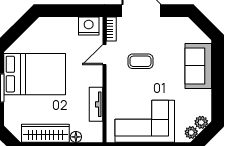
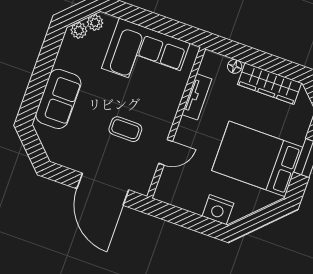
nightstand: (89, 26) -> (218, 210), moved
bookcase: (111, 29) -> (147, 180), removed

